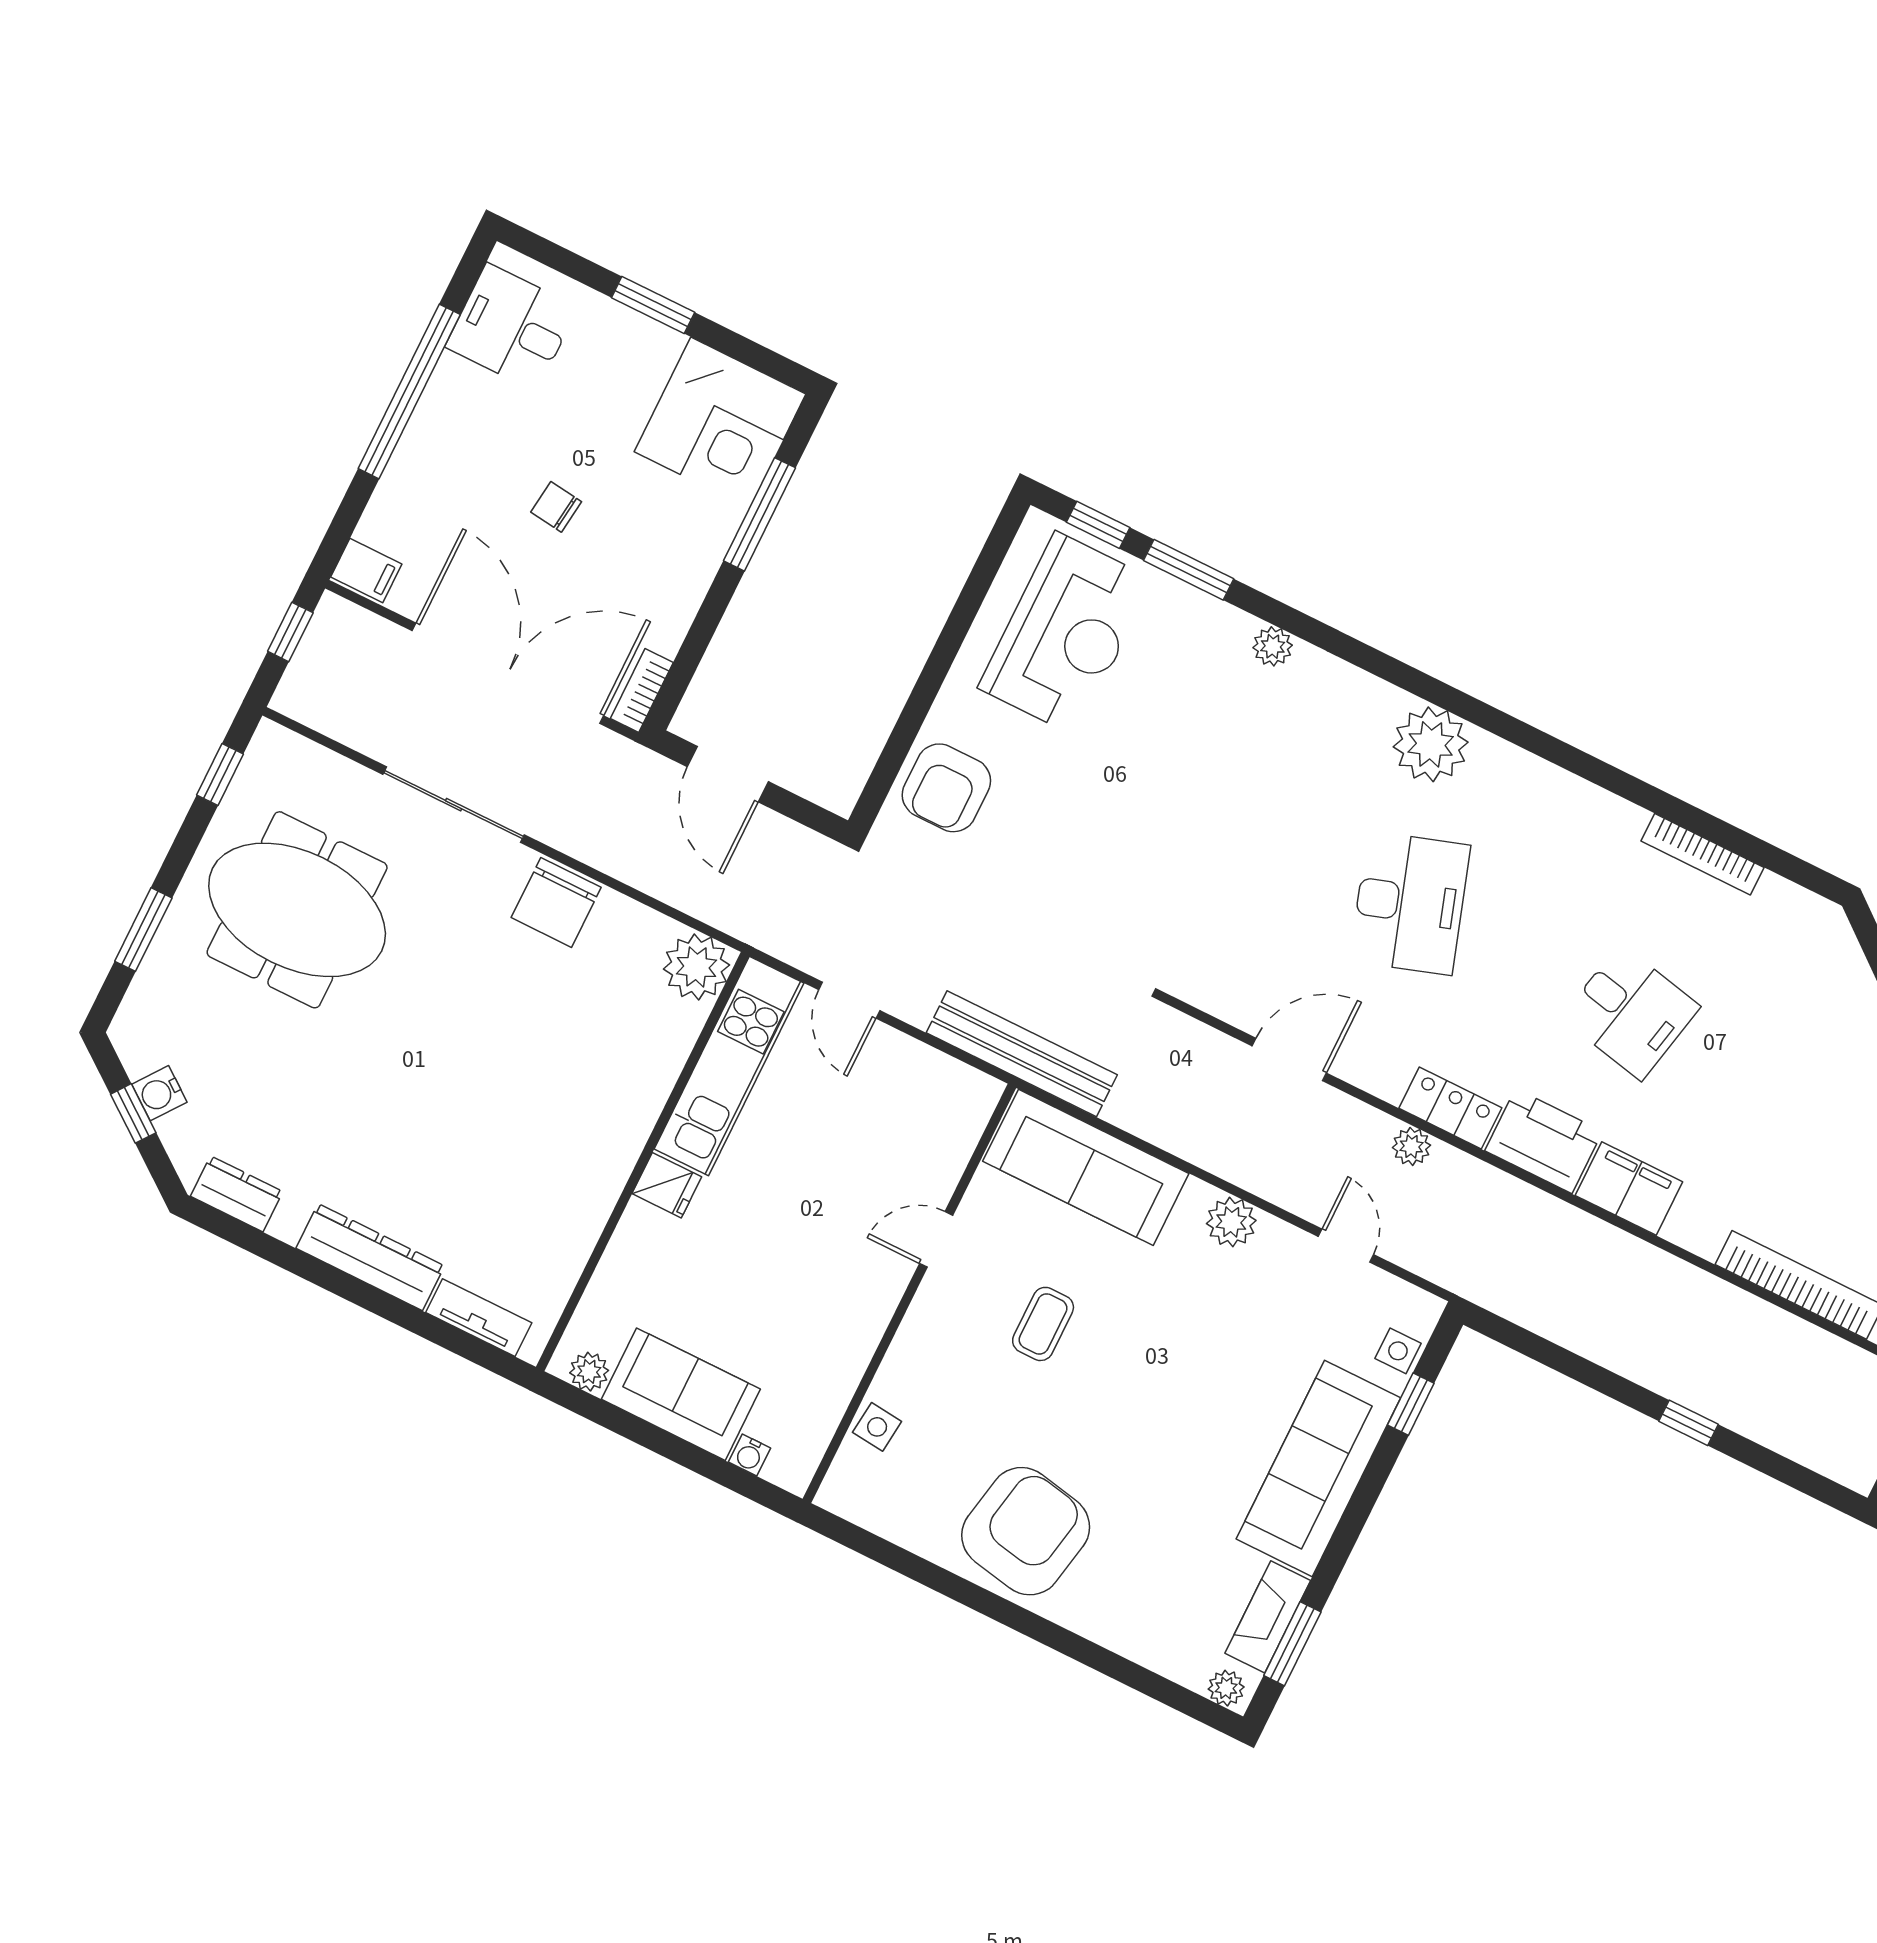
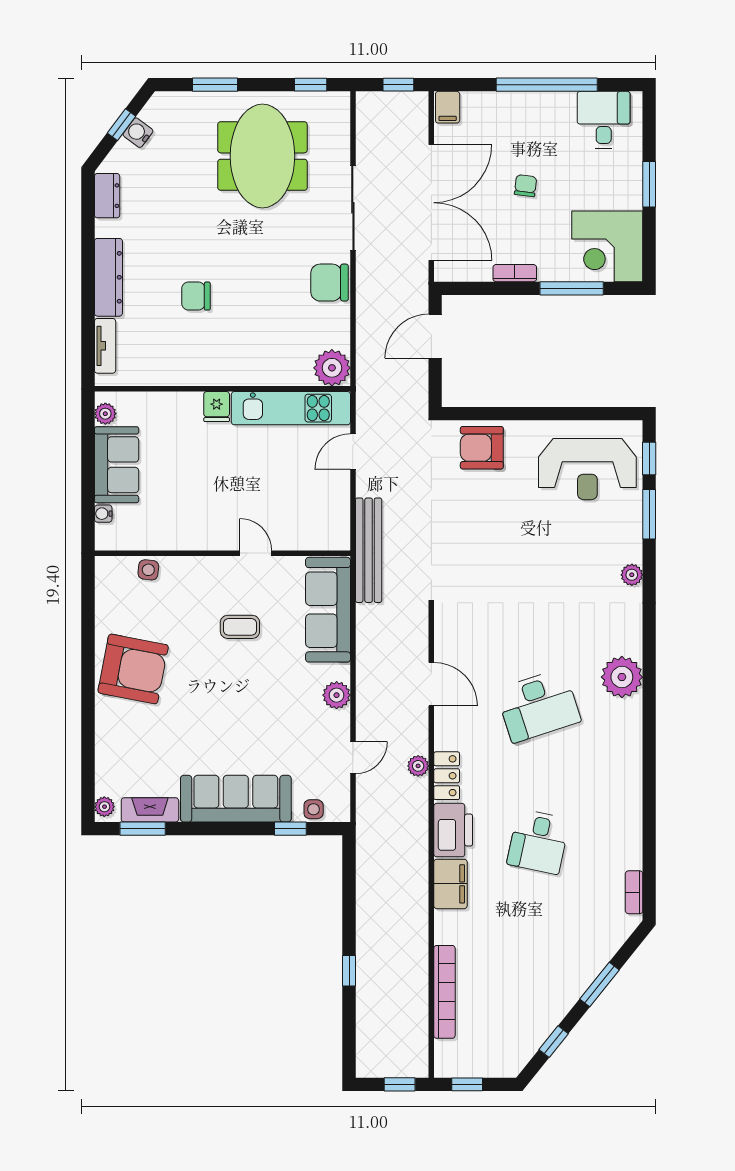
bookcase: (642, 691) -> (515, 273), moved
bookcase: (1703, 854) -> (634, 892), moved, width x0.64
chair: (471, 1130) -> (196, 296), added

